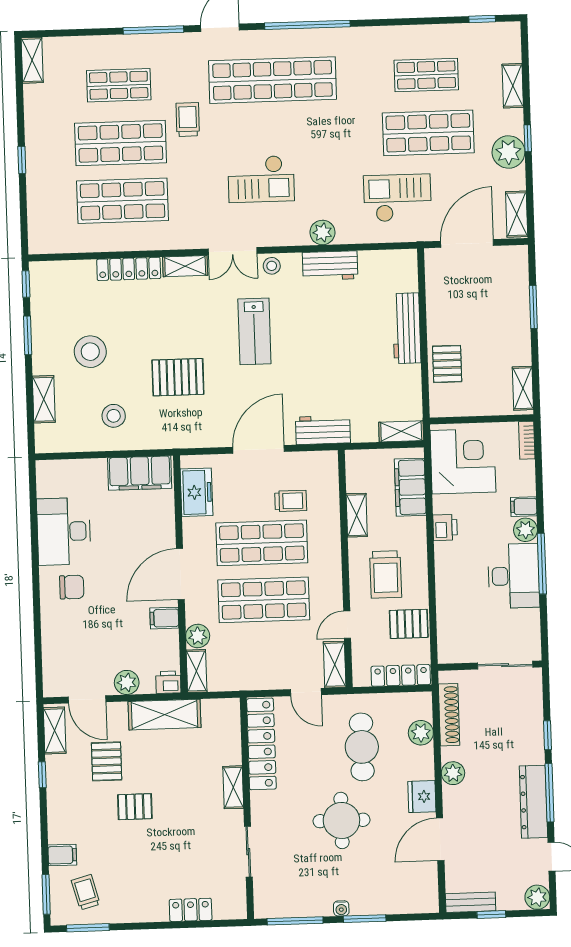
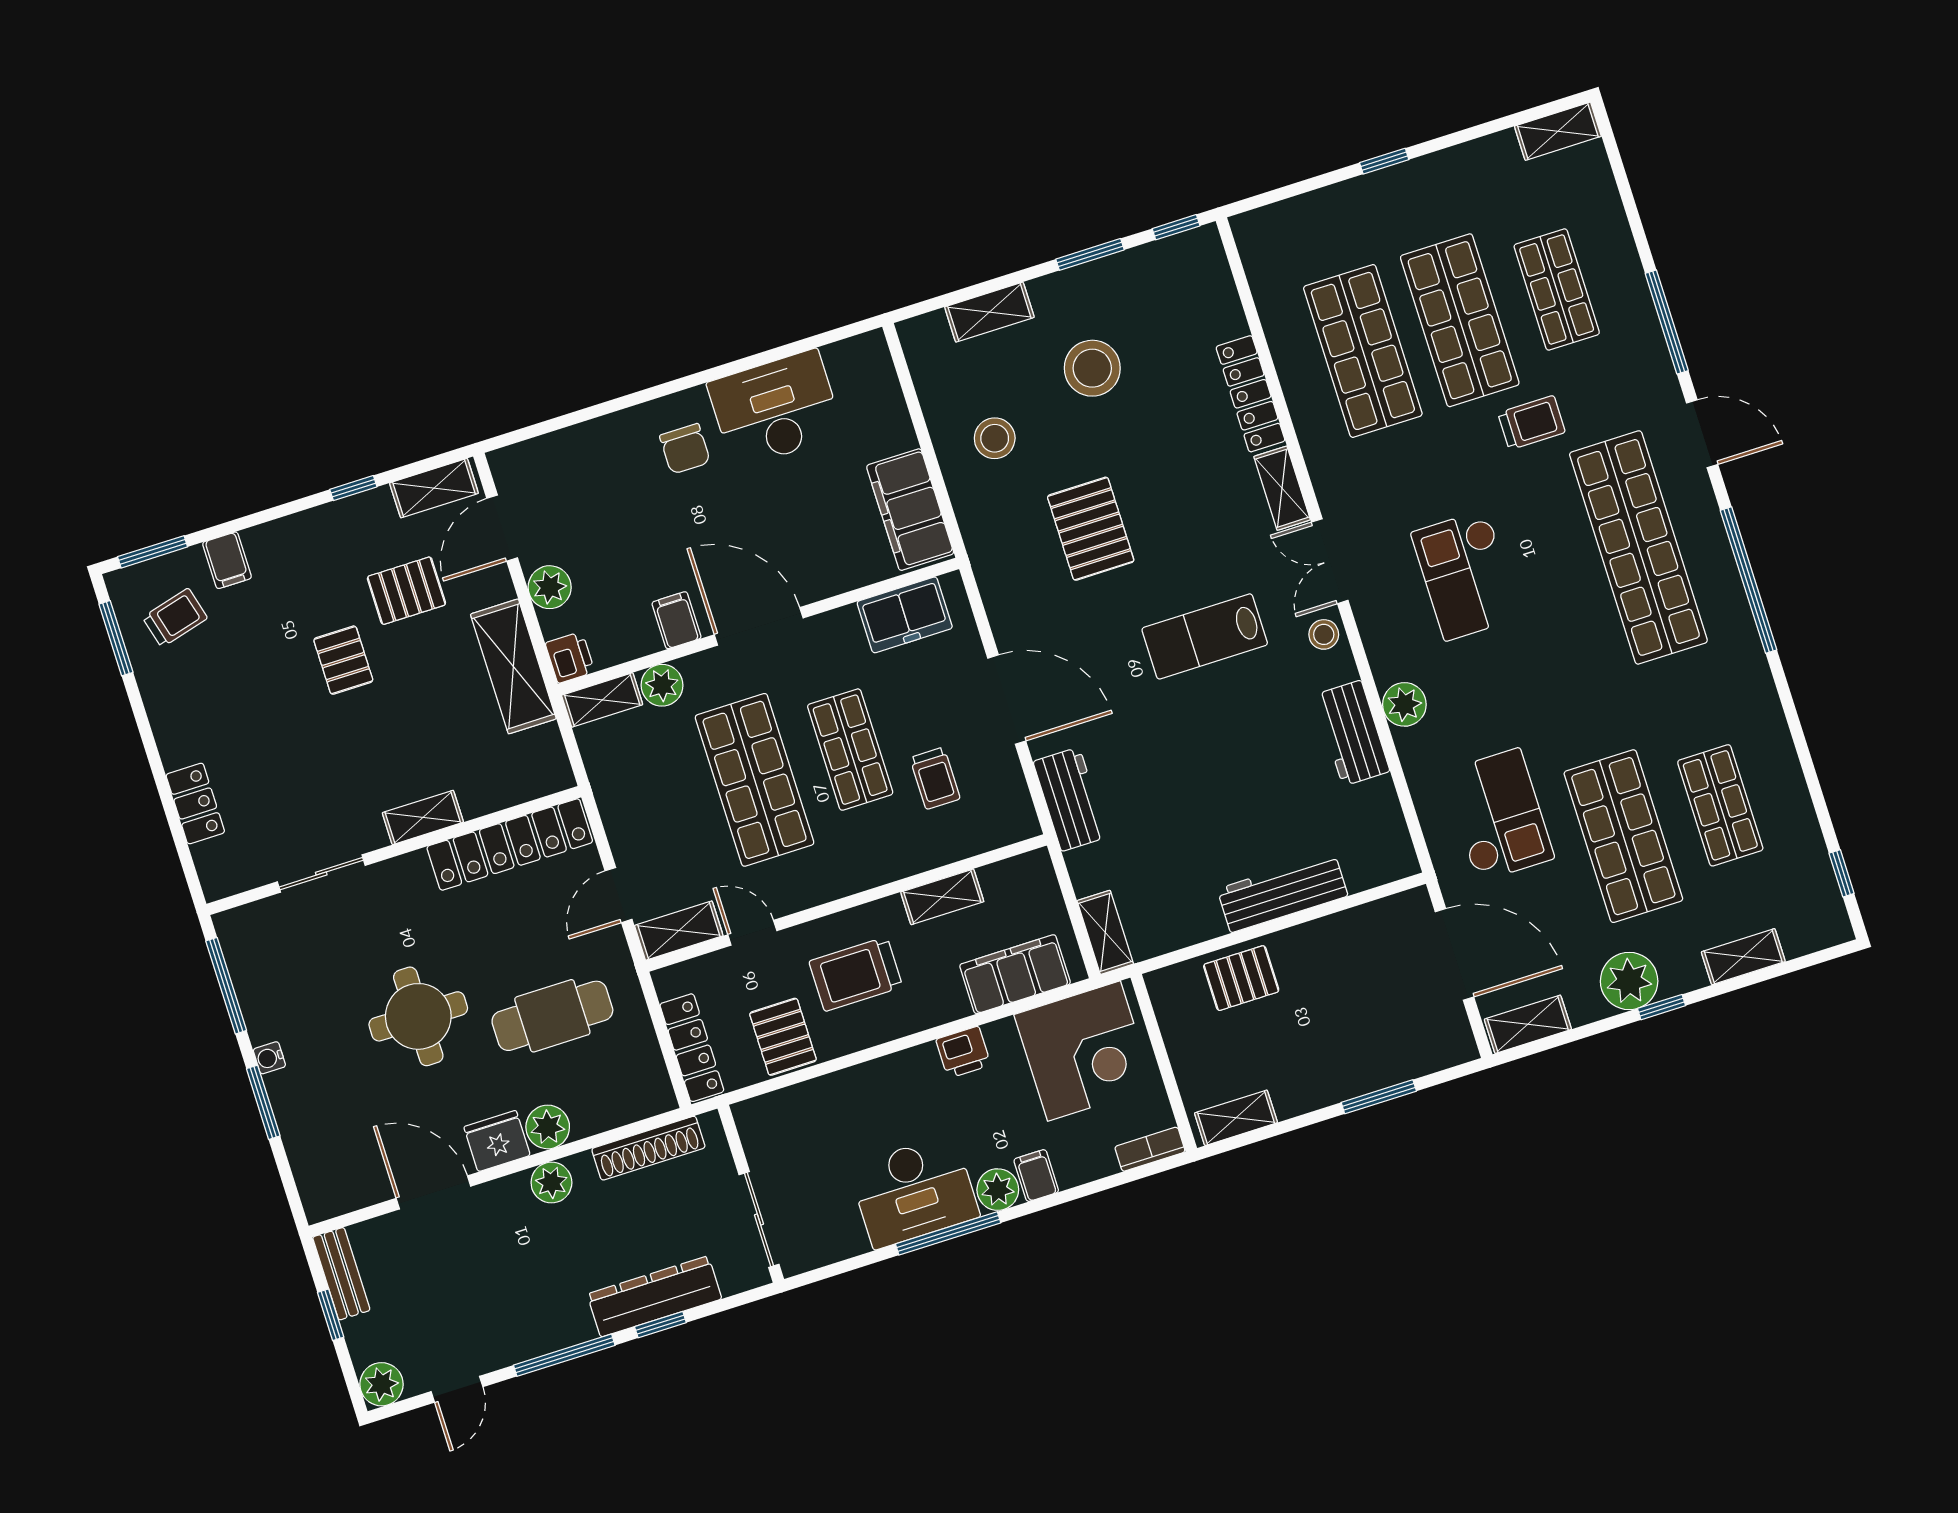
shop shelf: (262, 543) -> (850, 750), width x0.70, depth x0.74
plant: (421, 733) -> (548, 1127), moved
dresser: (533, 802) -> (654, 1296), moved

